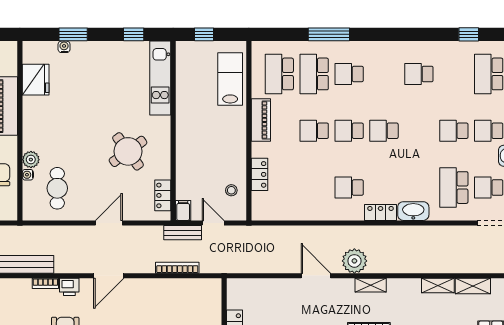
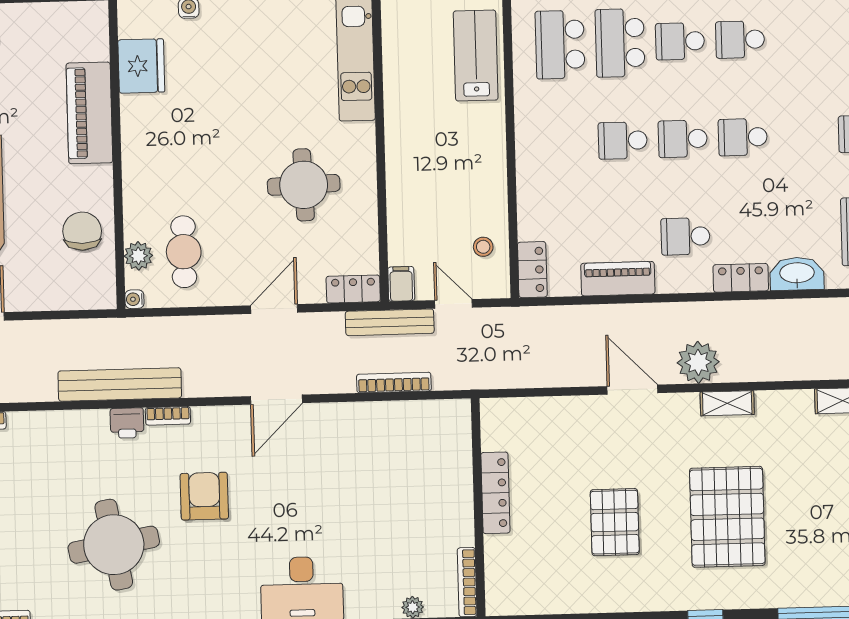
school desk: (419, 74) -> (740, 40), moved
piano: (261, 120) -> (618, 279), moved, turned -90
round table: (128, 151) -> (304, 185), turned 34
plant: (31, 160) -> (138, 256), moved
locker: (260, 174) -> (532, 270), moved
water cooler: (28, 175) -> (134, 299), moved
locker: (163, 195) -> (353, 289), moved, turned 90
bench: (183, 233) -> (390, 322), width x1.36
printer: (69, 287) -> (127, 423), moved

